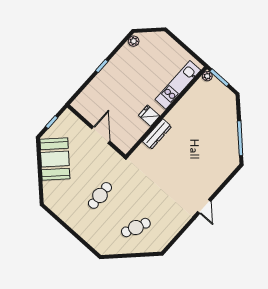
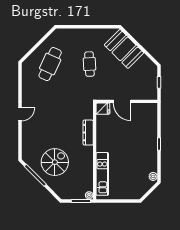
fridge: (149, 116) -> (103, 109), moved
spiral stairs: (211, 134) -> (55, 162), added
booth: (55, 159) -> (124, 49), moved
door: (204, 206) -> (20, 114), swing flipped
cafe table: (136, 228) -> (50, 64), width x1.37, depth x1.35

